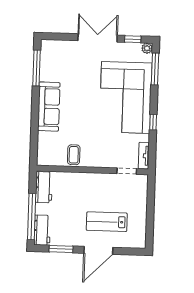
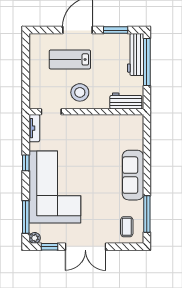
coffee table: (74, 155) -> (127, 227), moved
workbench: (44, 187) -> (126, 101), moved, turned 90
stool: (98, 189) -> (80, 92), added
lab bench: (107, 222) -> (70, 59), turned 180
workbench: (42, 230) -> (136, 54), width x1.38

